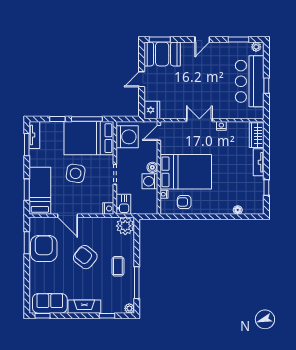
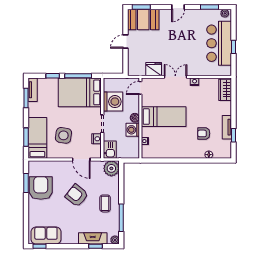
fridge: (152, 110) -> (154, 69), moved, turned -90
washing machine: (127, 137) -> (113, 102), moved
tv unit: (259, 162) -> (227, 127), moved
bed: (186, 172) -> (164, 117), width x0.67
side table: (76, 173) -> (63, 135), moved
armchair: (184, 202) -> (204, 133), moved
nightstand: (108, 209) -> (97, 139), moved
door: (68, 216) -> (81, 159), moved
fireplace: (84, 307) -> (93, 238), moved

